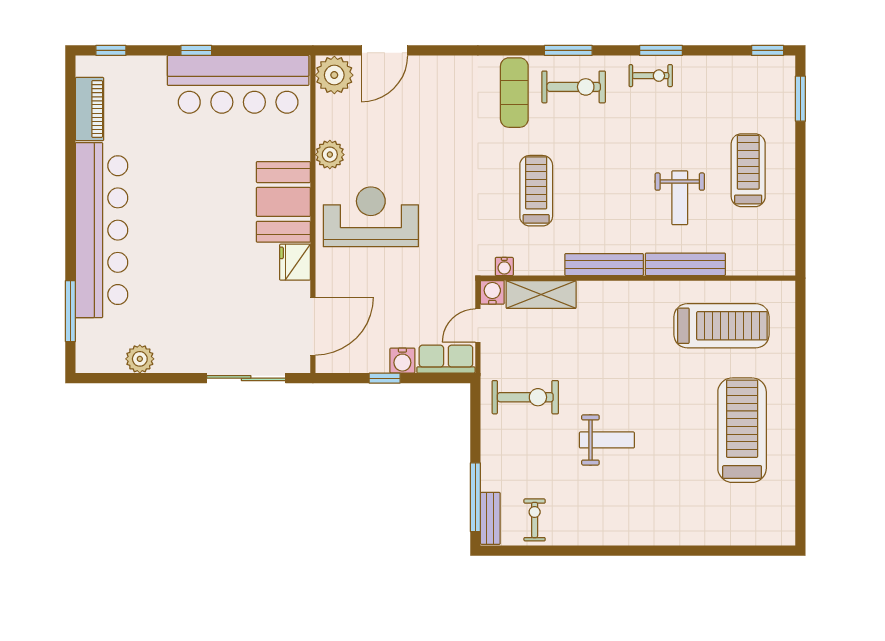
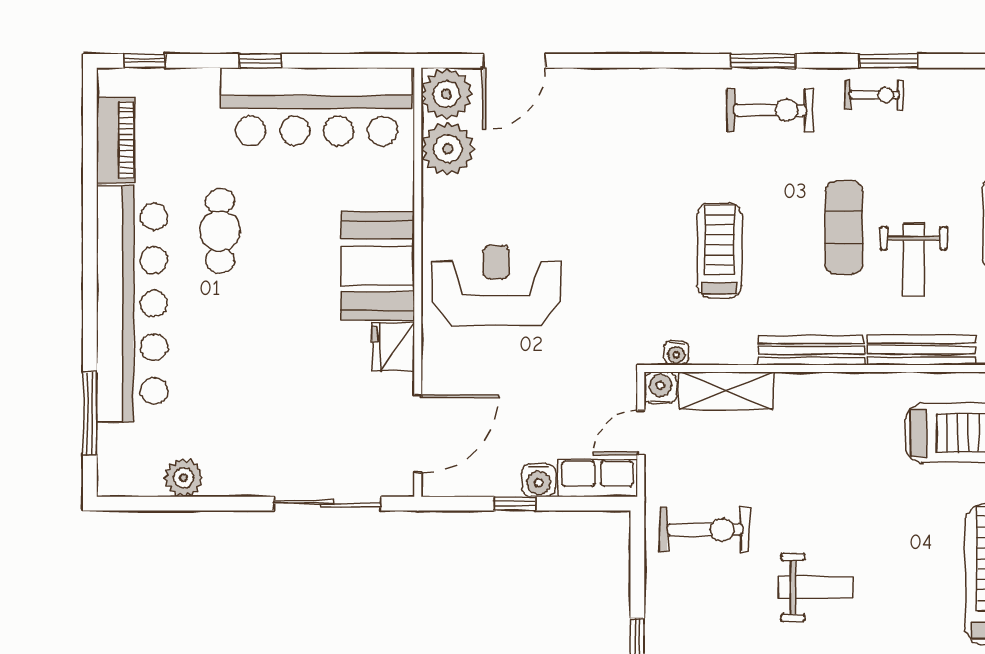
exercise mat: (514, 93) -> (844, 228), moved
plant: (330, 155) -> (448, 149), moved, width x1.36, depth x1.36
cafe table: (167, 176) -> (220, 231), added

